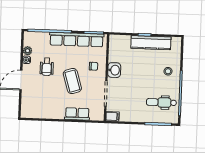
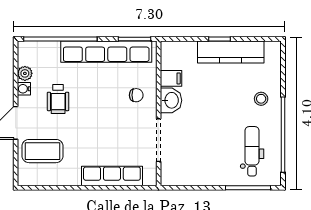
coffee table: (72, 81) -> (42, 151), moved, turned -73
dental chair: (161, 102) -> (252, 151), turned 90
row of seats: (77, 114) -> (112, 176), width x1.48
filing cabinet: (112, 116) -> (171, 78), moved

